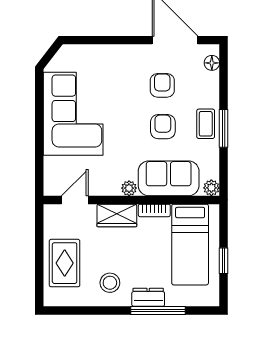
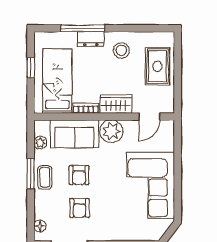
plant: (129, 188) -> (111, 131), width x1.87, depth x1.87
plant: (211, 188) -> (40, 143), moved

